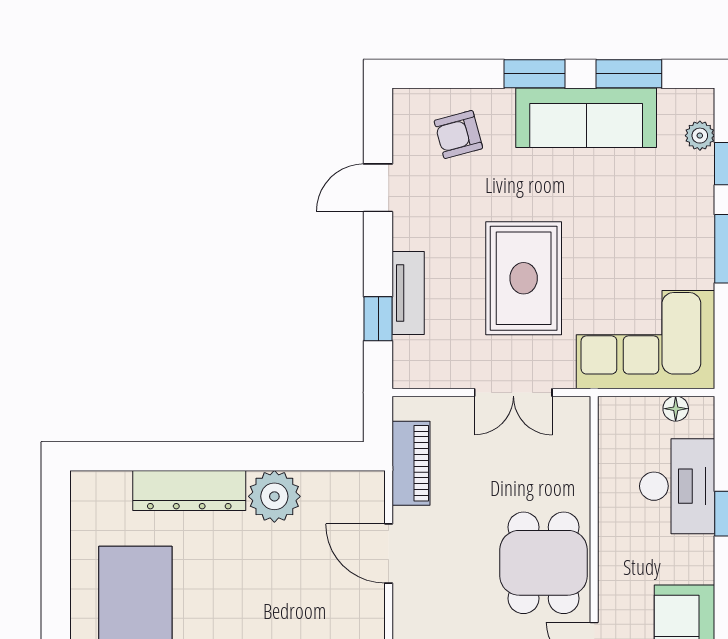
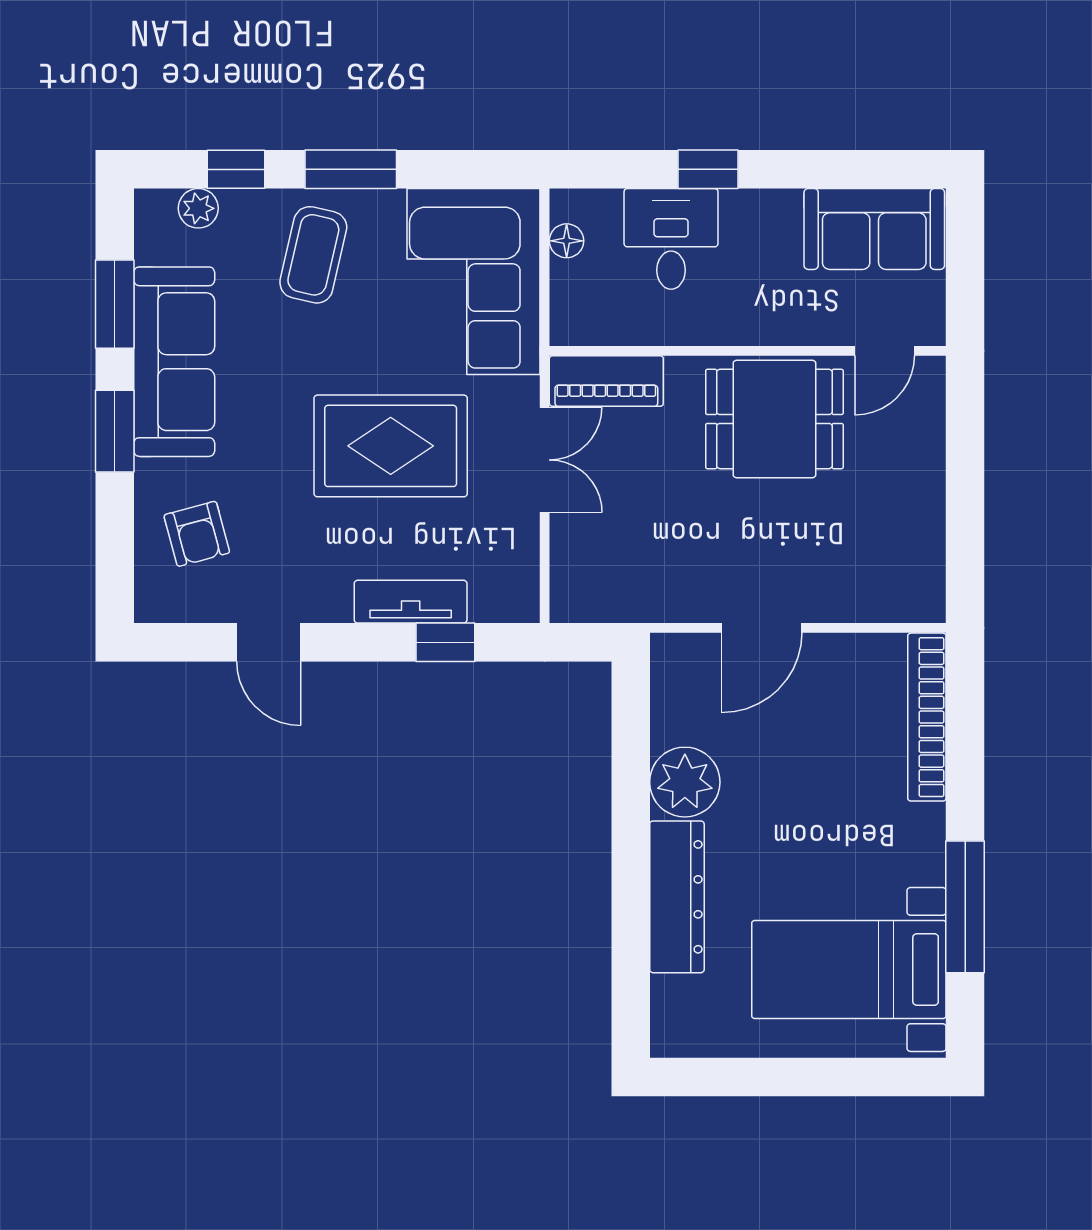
coffee table: (665, 221) -> (313, 255), added
piano: (411, 463) -> (606, 381), moved, turned 180
desk: (677, 486) -> (671, 239), width x0.73

